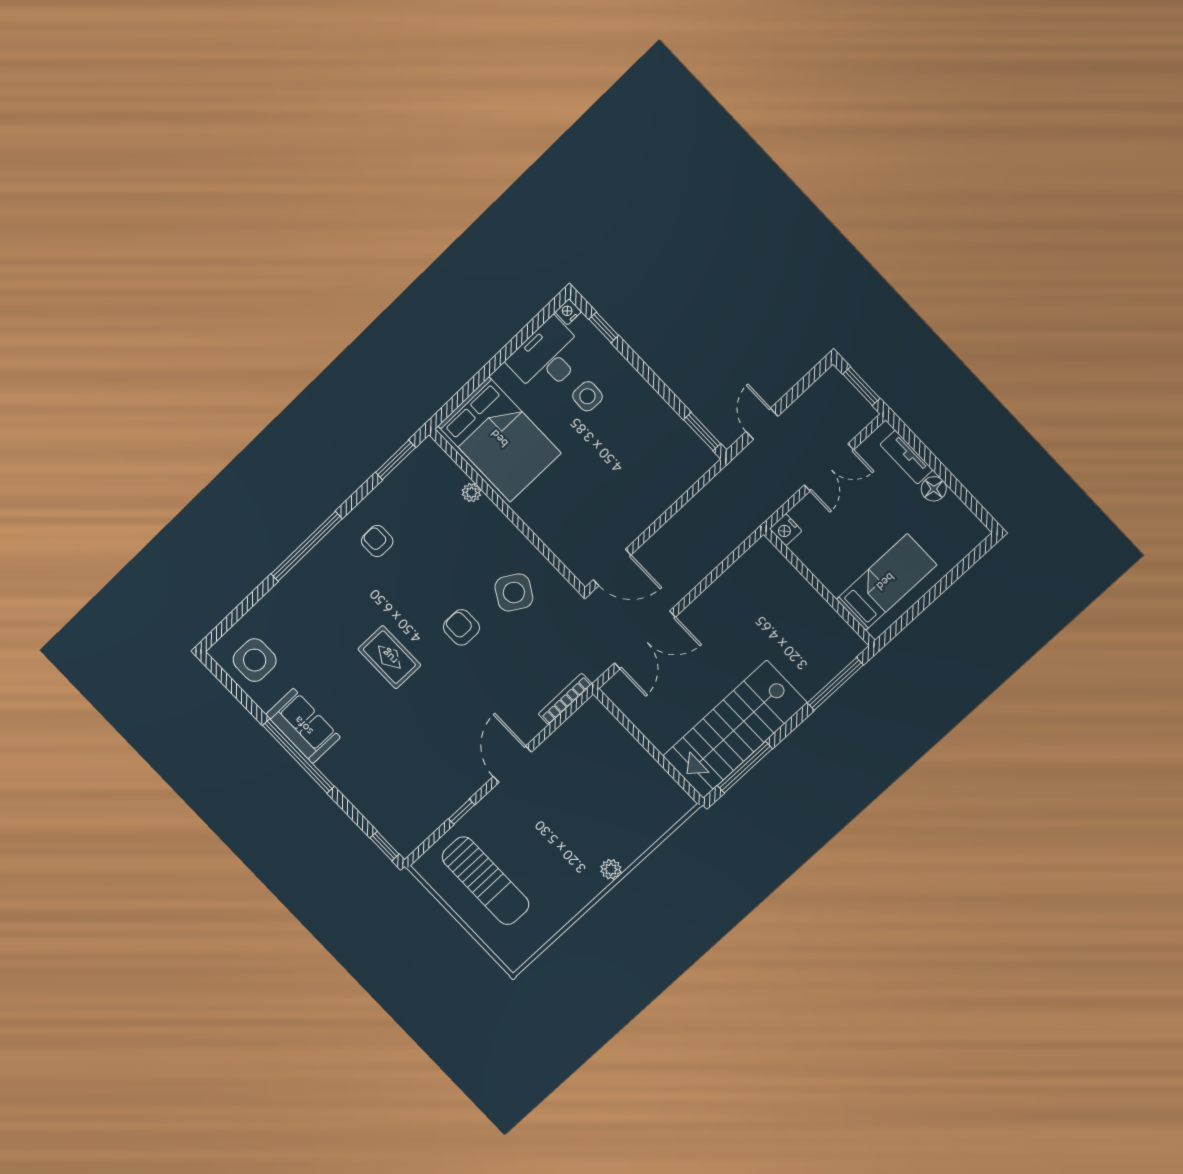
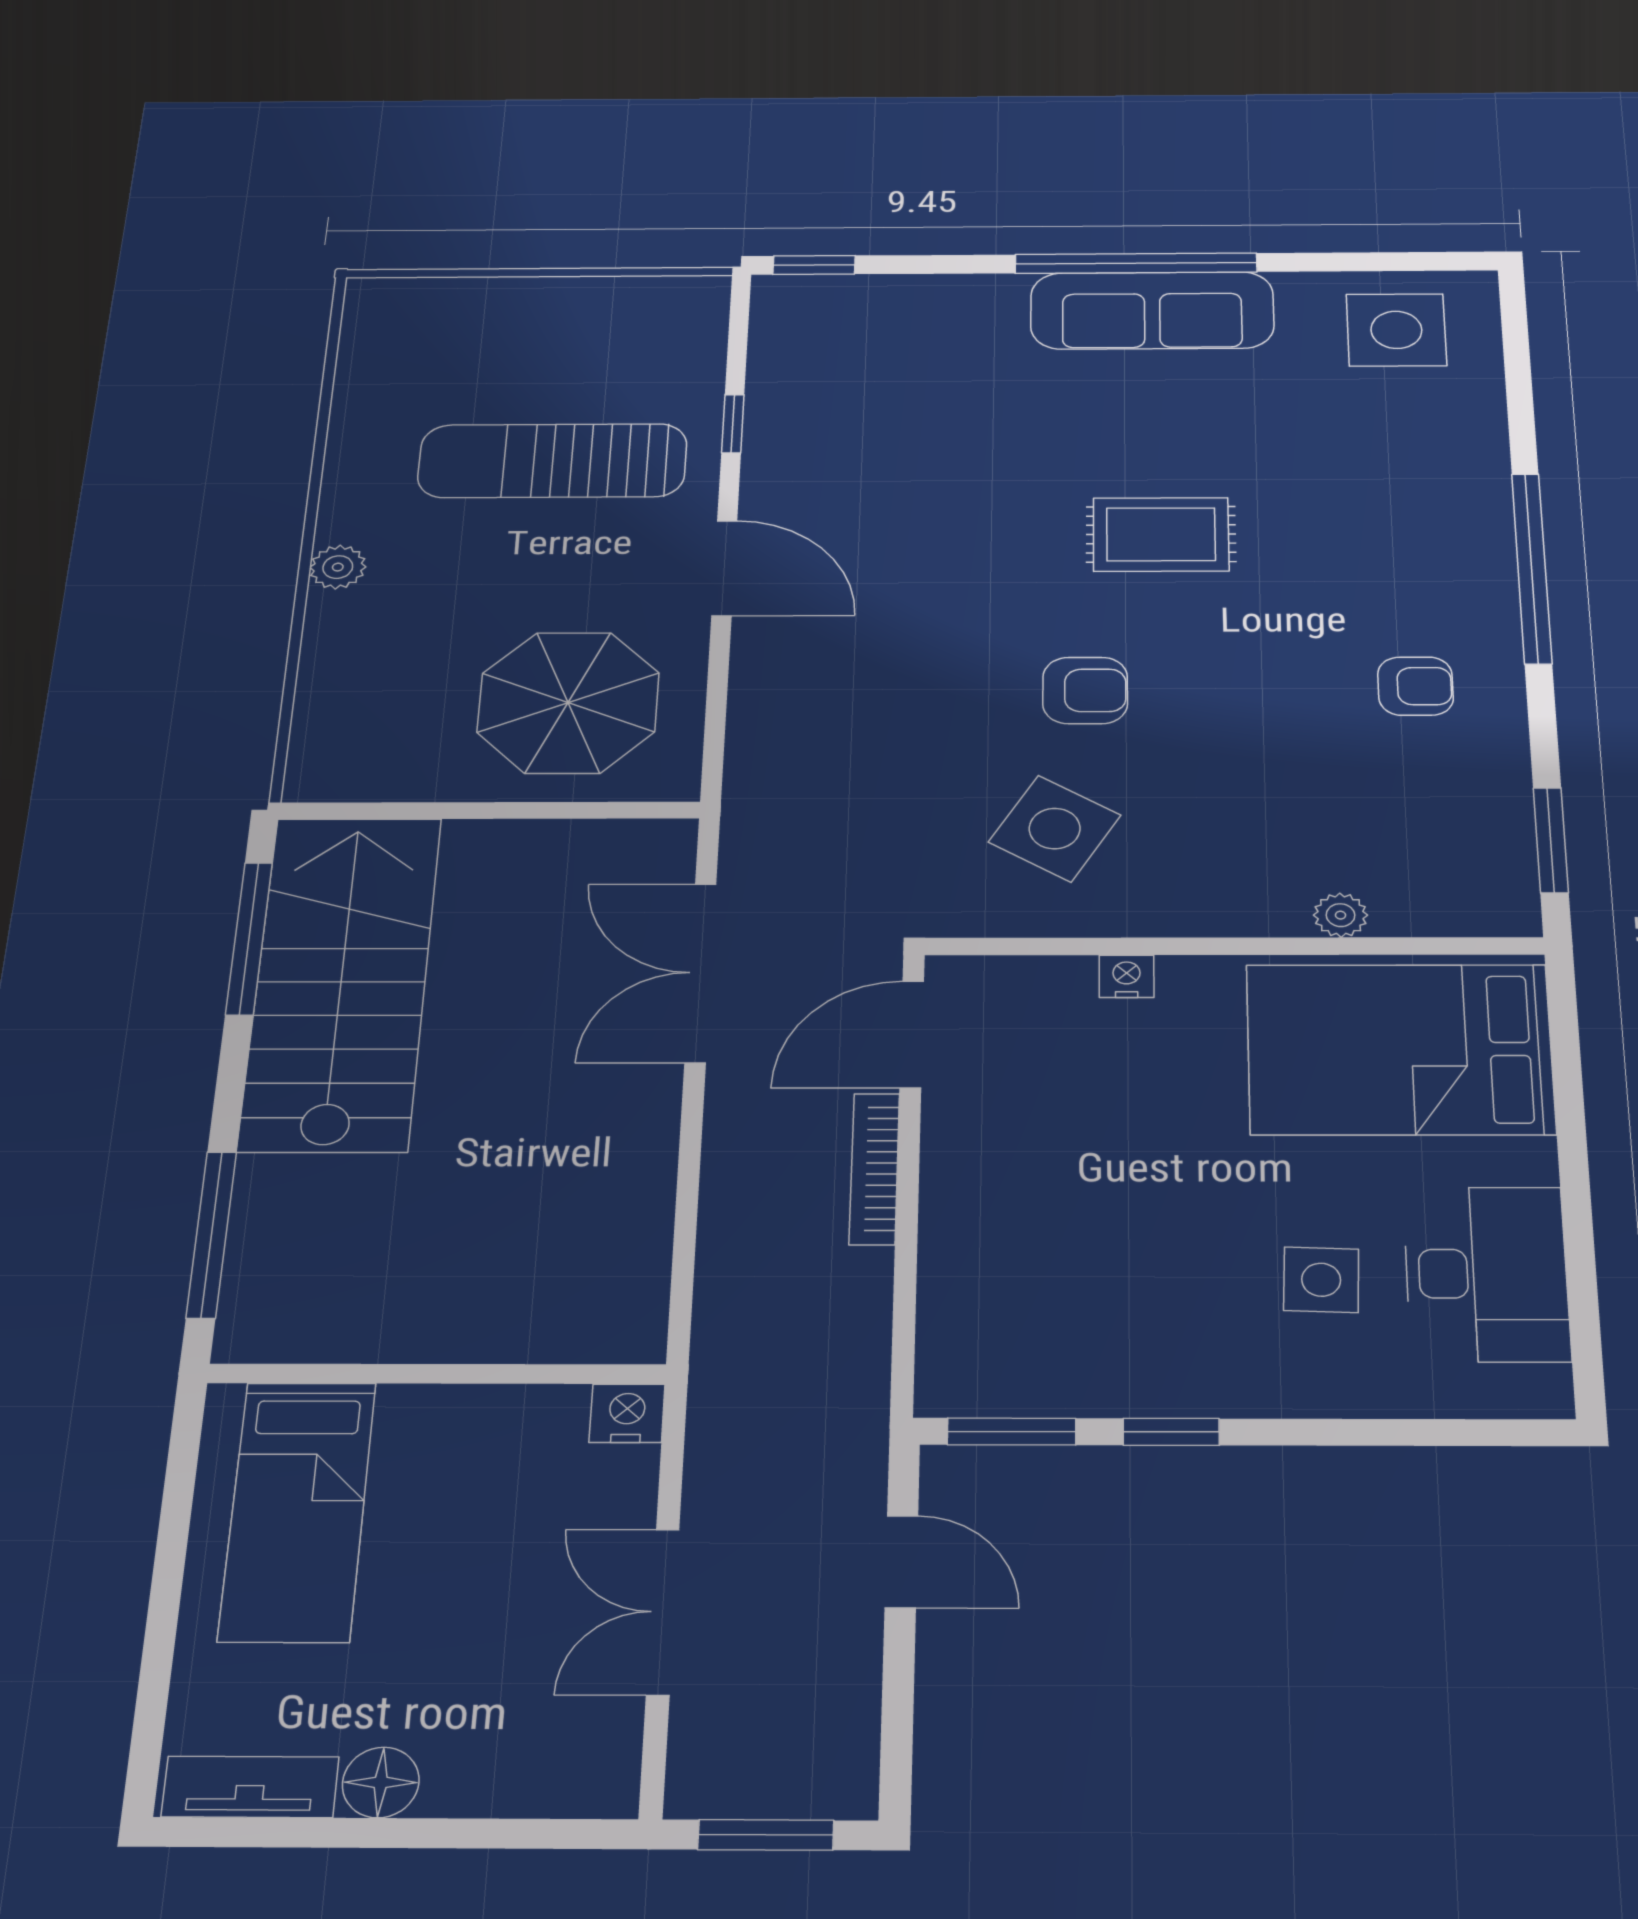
nightstand: (568, 312) -> (1127, 976), moved, turned -90
window: (604, 327) -> (1171, 1432), moved
tv unit: (906, 457) -> (250, 1787), moved
bookcase: (565, 699) -> (874, 1169), moved, turned 180
sofa: (303, 726) -> (1152, 310), width x1.36
parasol: (595, 761) -> (568, 703), added
sun lounger: (486, 881) -> (552, 461), moved

